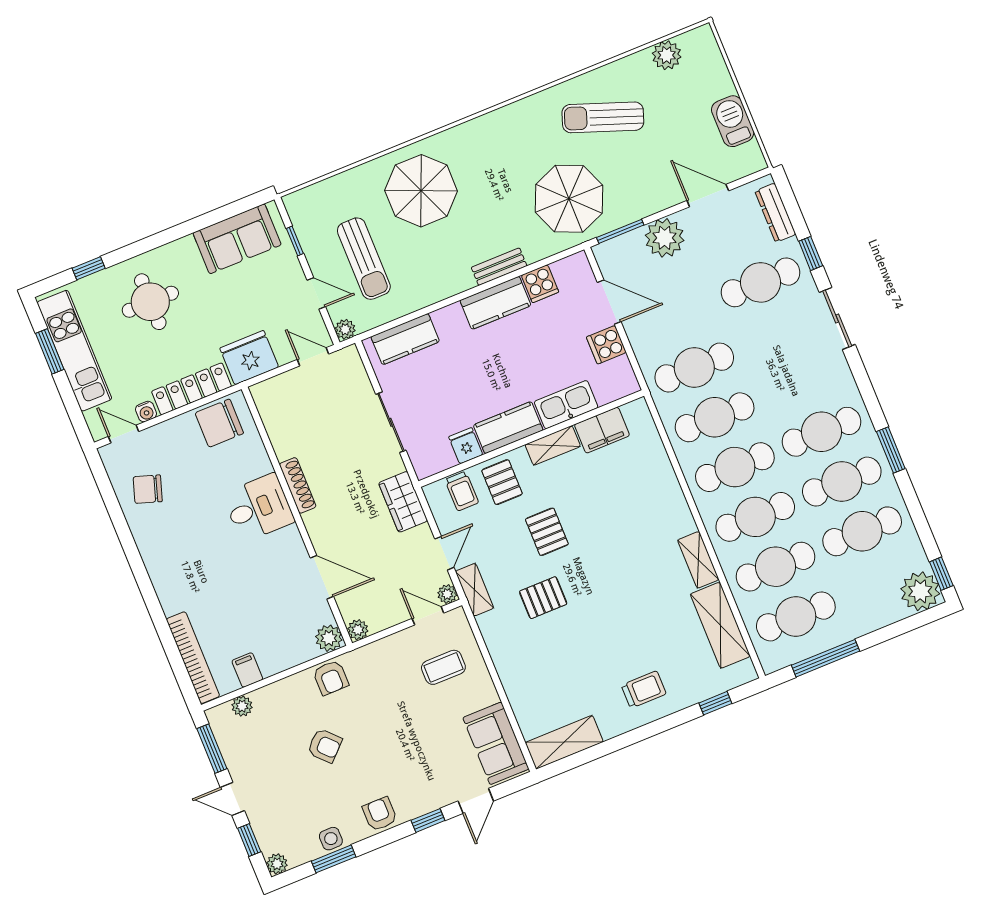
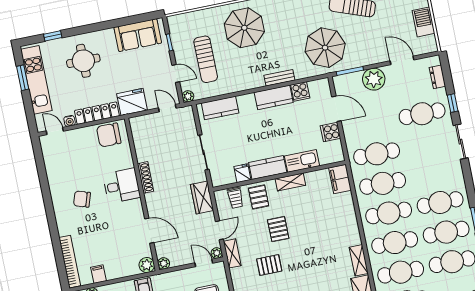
dresser: (775, 213) -> (437, 77), width x0.70
filing cabinet: (602, 430) -> (340, 179), moved, turned 90
chair: (148, 489) -> (82, 199), moved

